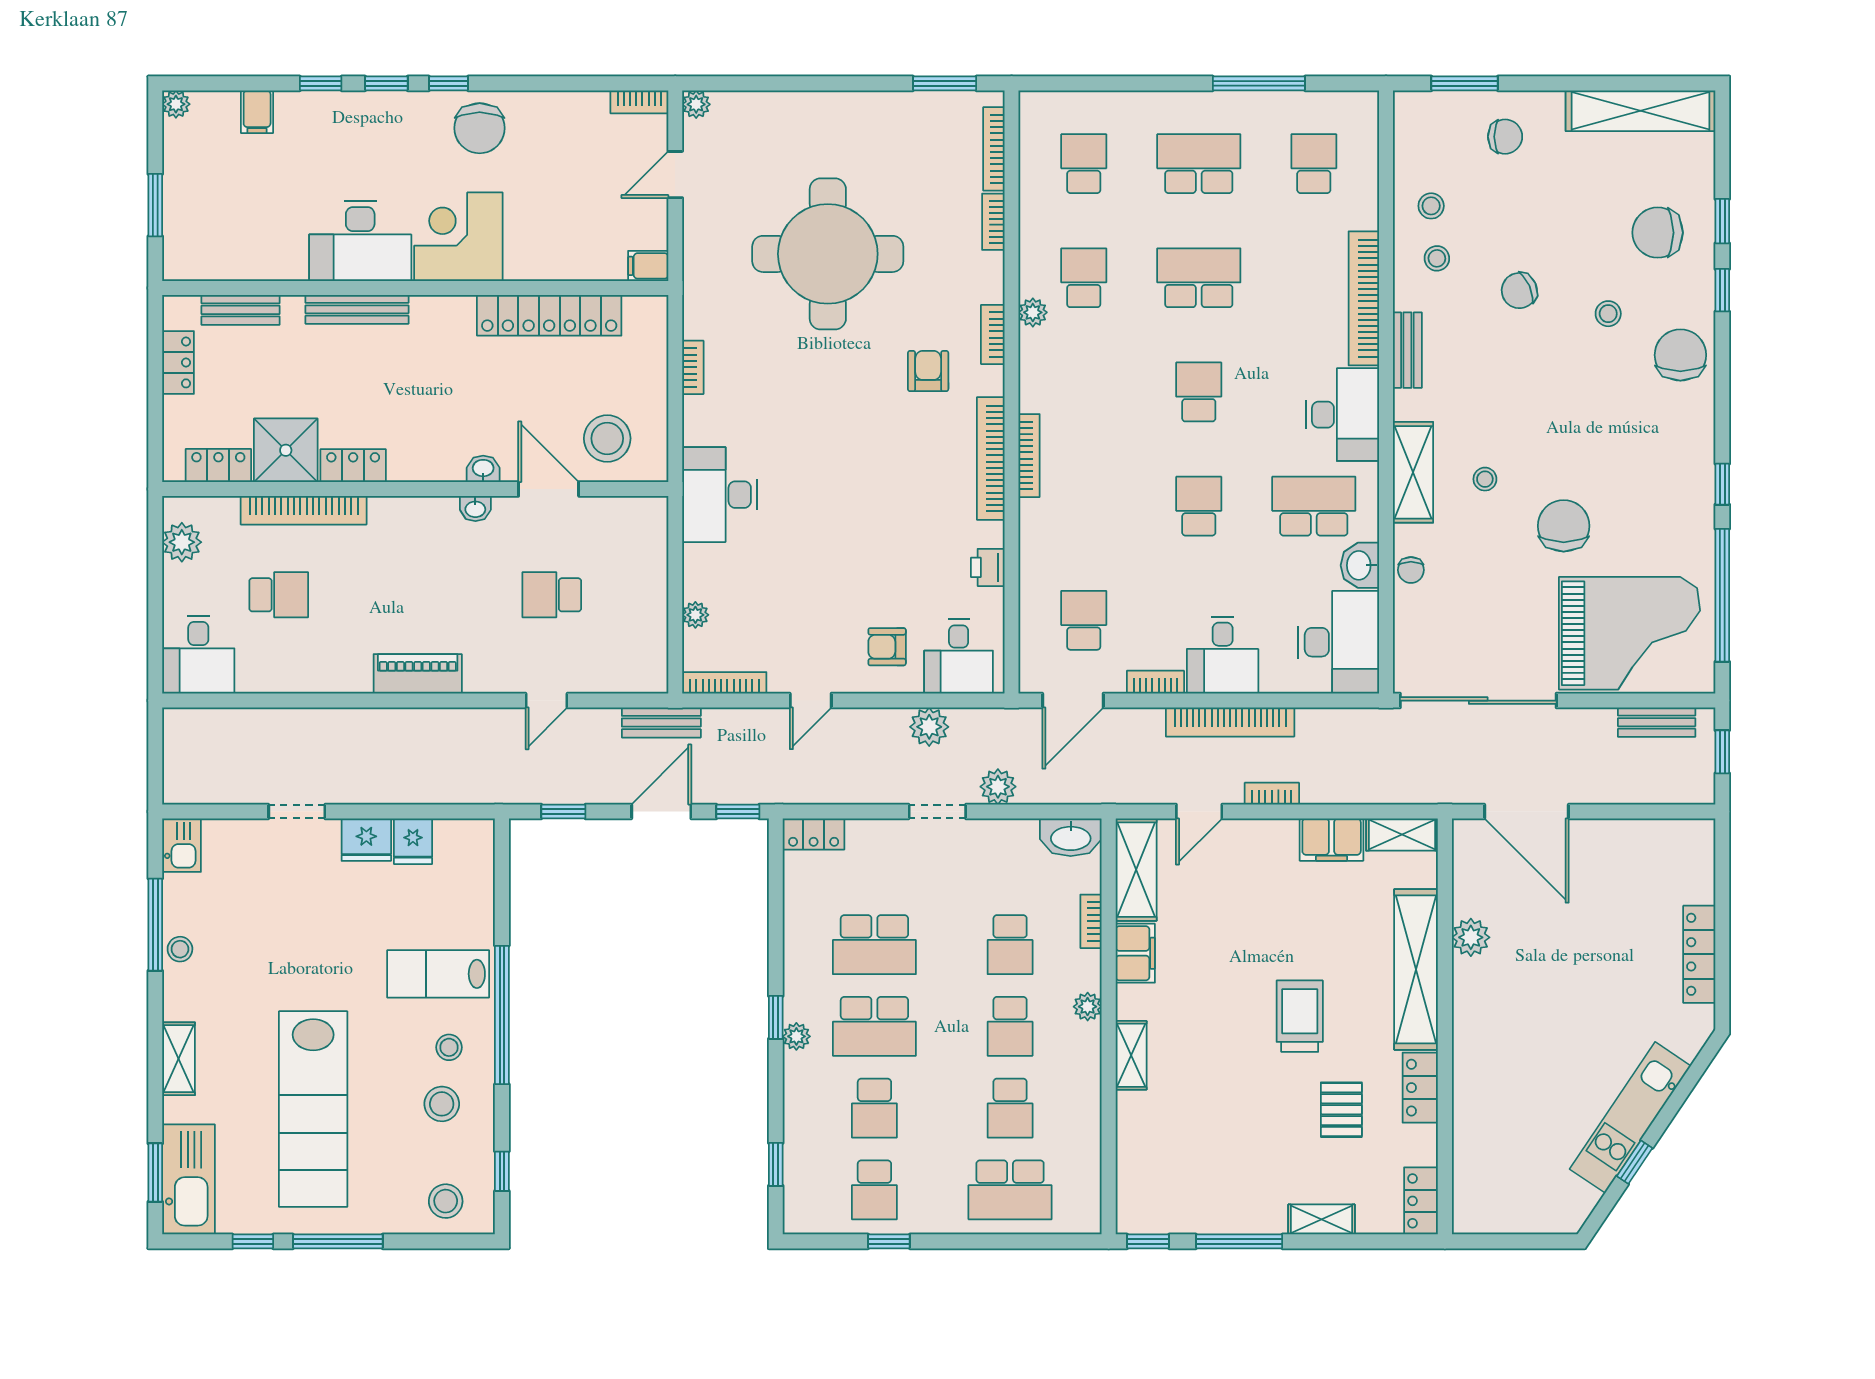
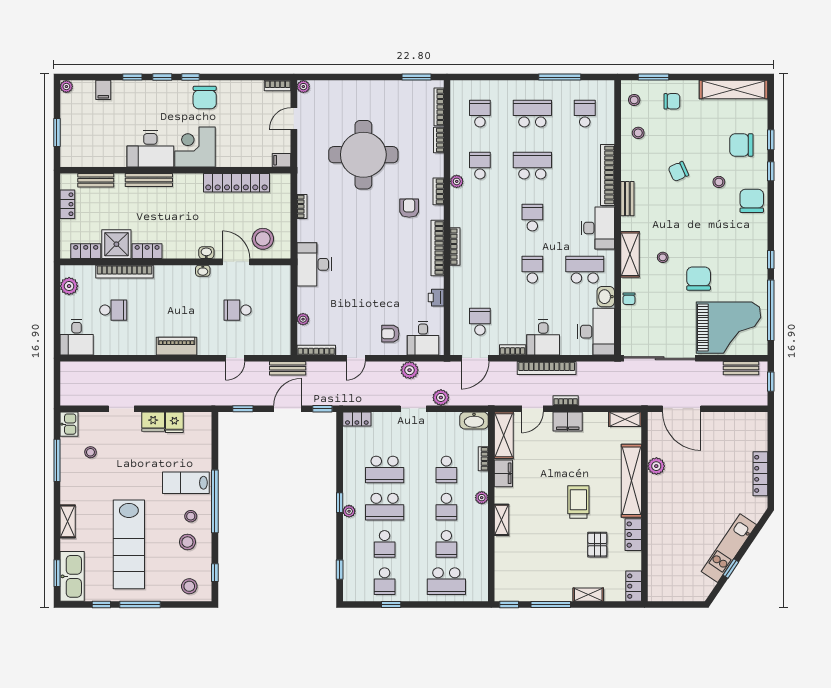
stool: (1437, 258) -> (634, 100), moved
filing cabinet: (1332, 840) -> (568, 422), moved
stool: (180, 949) -> (90, 452), moved

